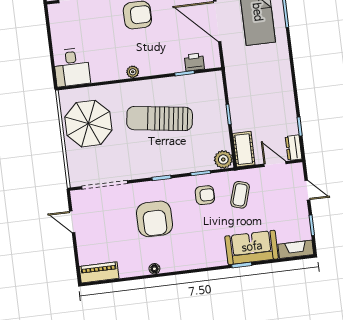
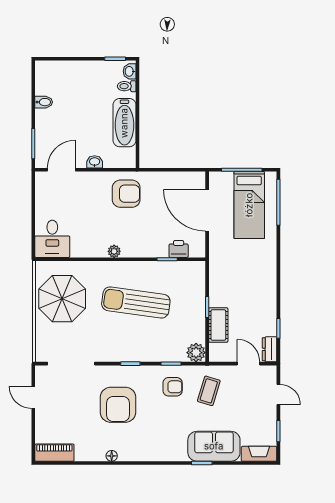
cot: (244, 149) -> (218, 325), moved

